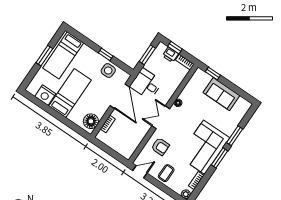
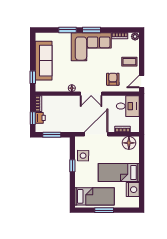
desk: (146, 84) -> (128, 106), moved, turned -90
sofa: (221, 94) -> (44, 61), width x1.36
door: (140, 172) -> (142, 82), hinge flipped

